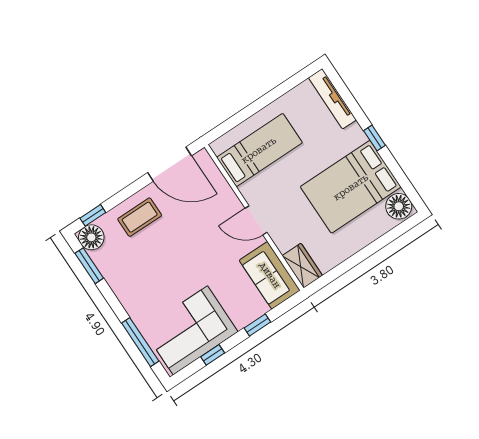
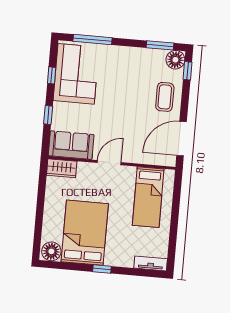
tv unit: (332, 99) -> (151, 263), width x0.71

